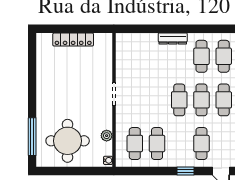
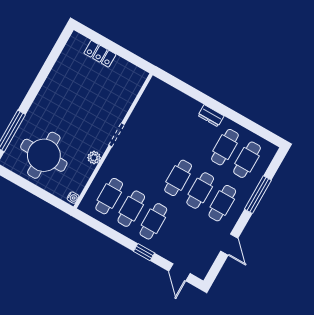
dresser: (173, 38) -> (211, 116), width x0.70
locker: (73, 40) -> (100, 54), width x0.66
plant: (107, 136) -> (94, 158), moved
cafe table: (201, 144) -> (153, 221), moved

